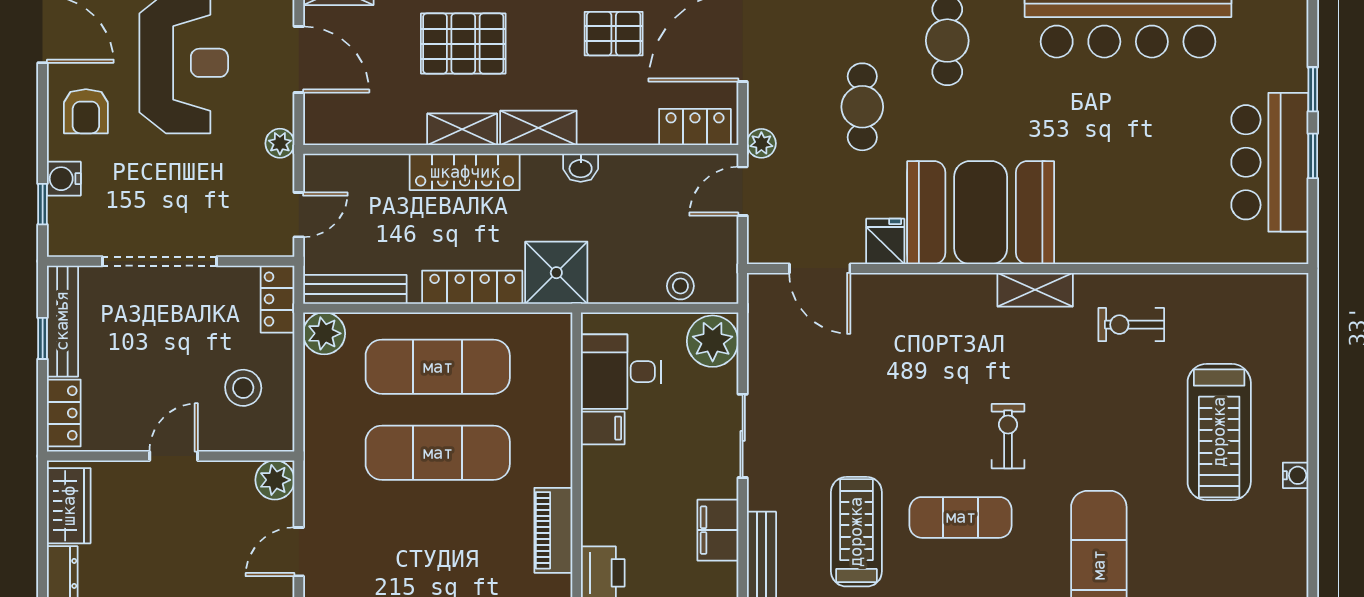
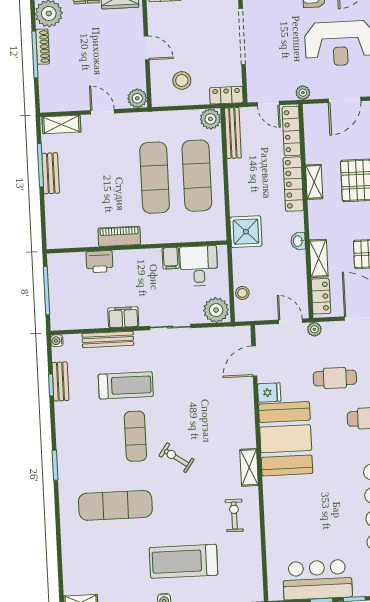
shelving: (538, 128) -> (319, 258), moved
locker: (472, 287) -> (291, 131), moved, turned 180
exercise bike: (1008, 436) -> (176, 458), turned -145

